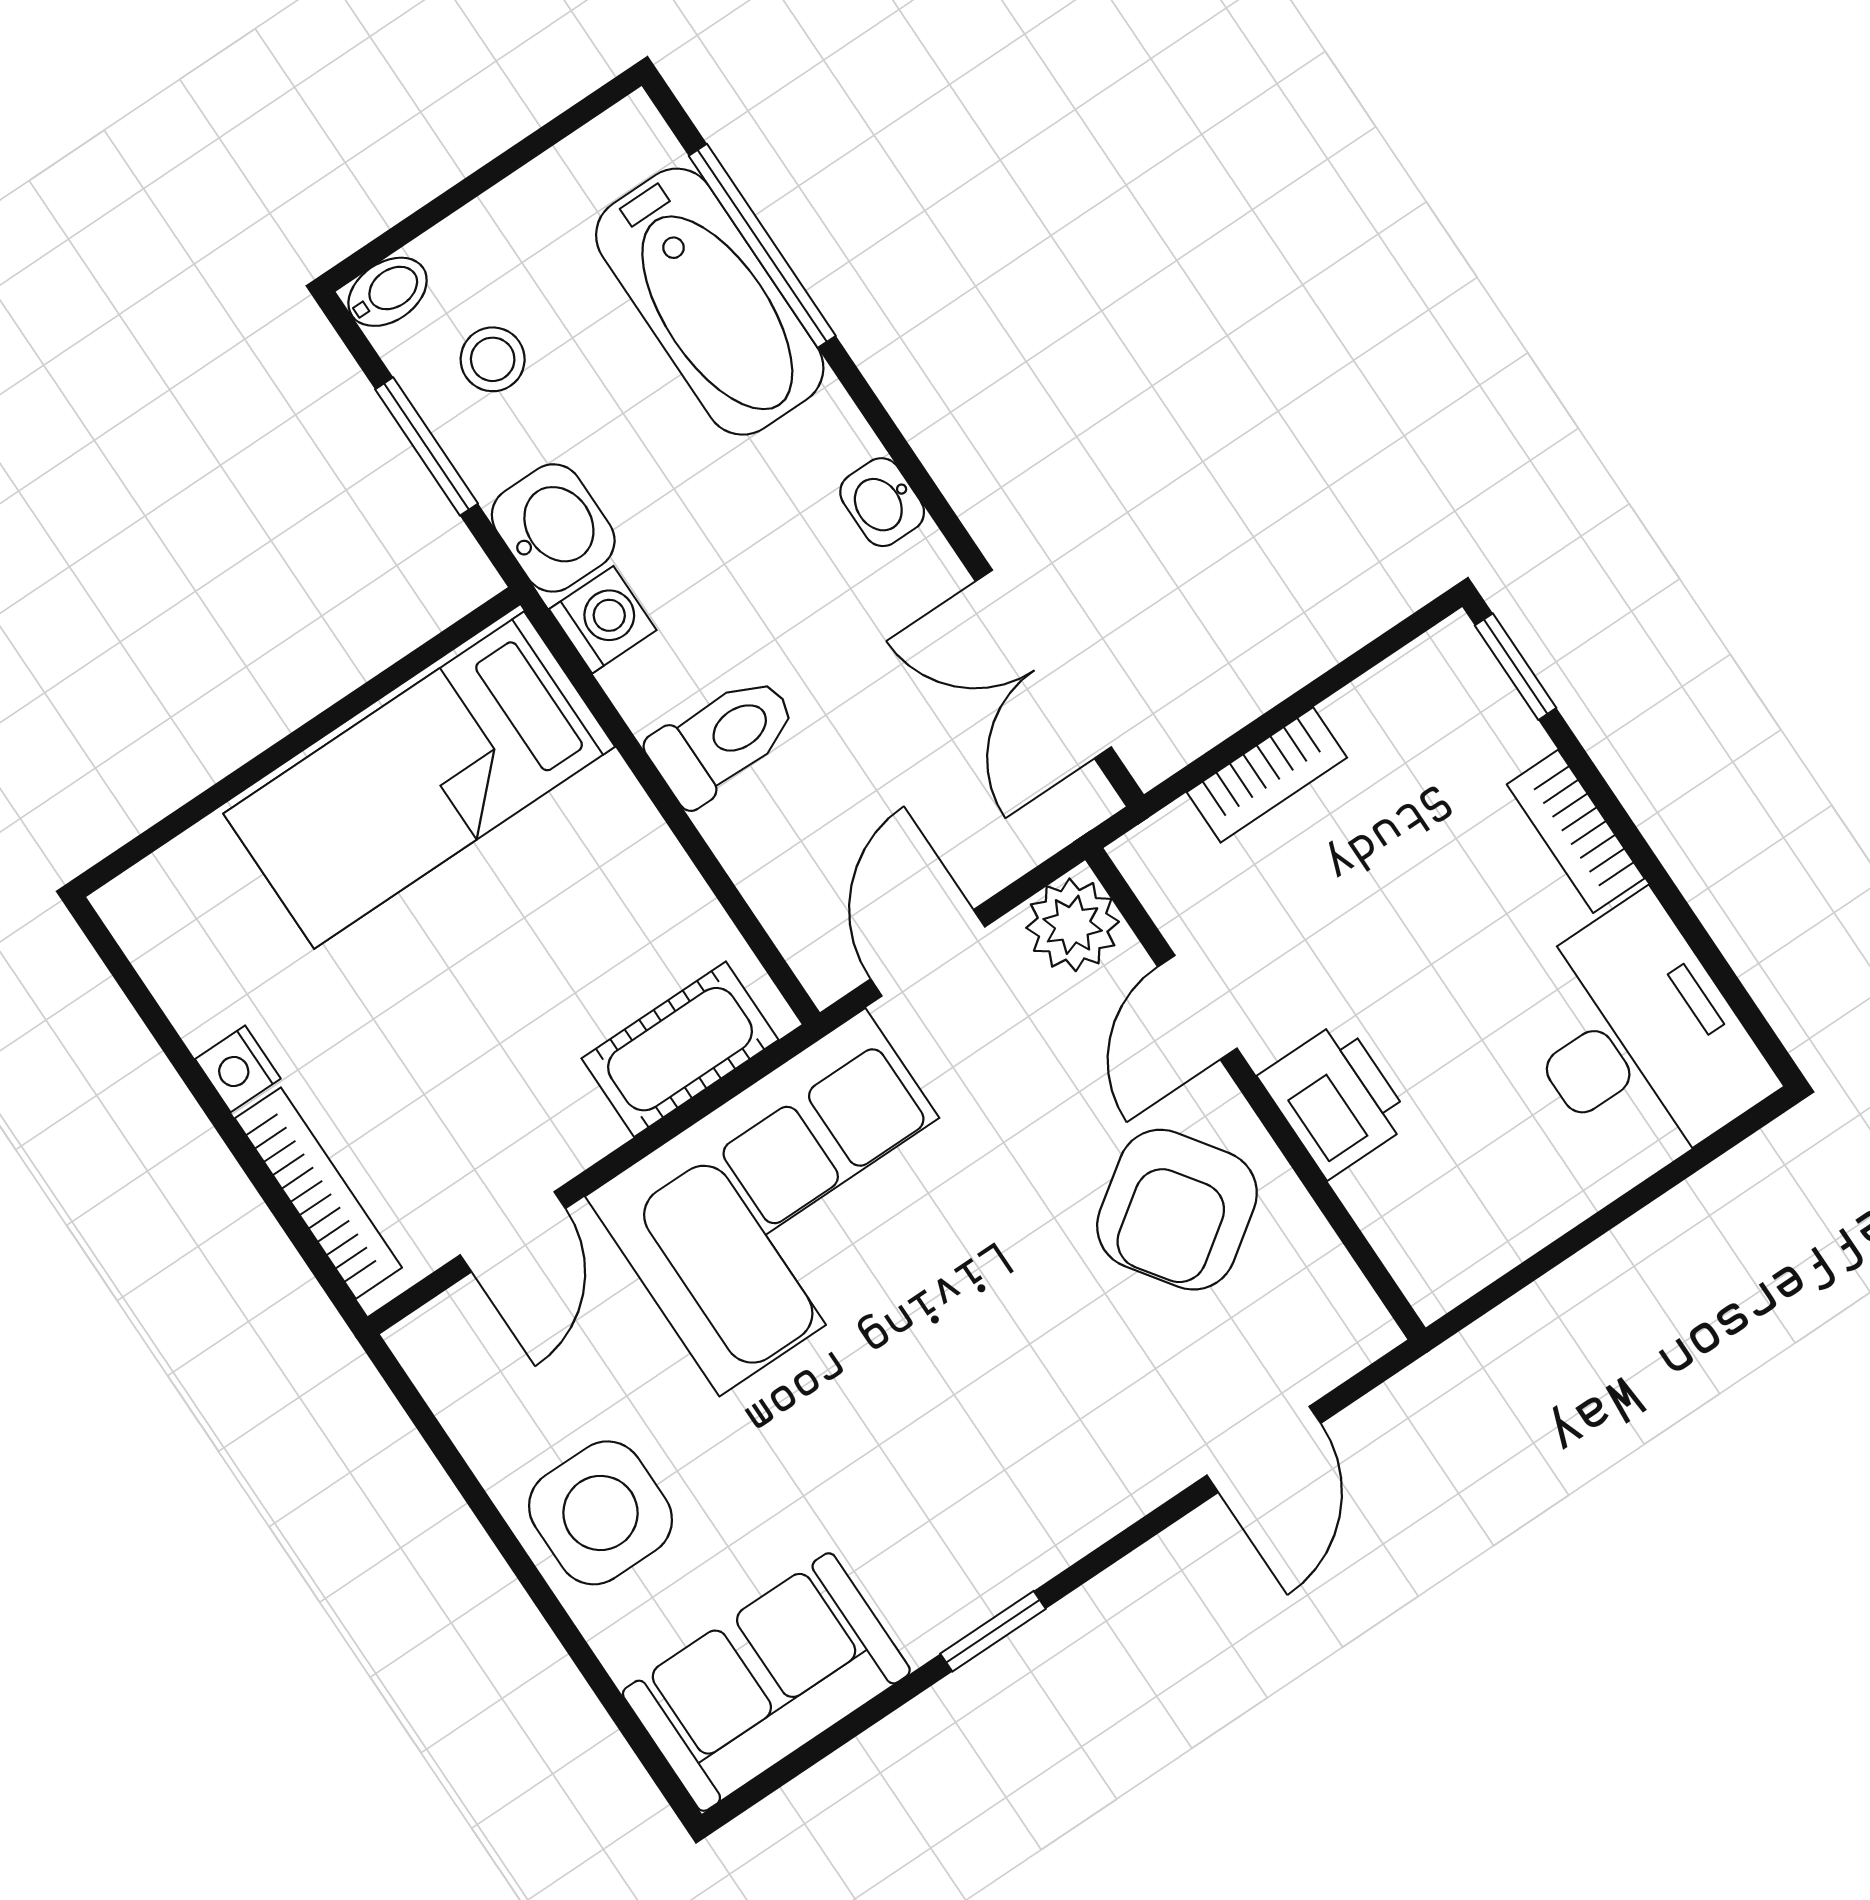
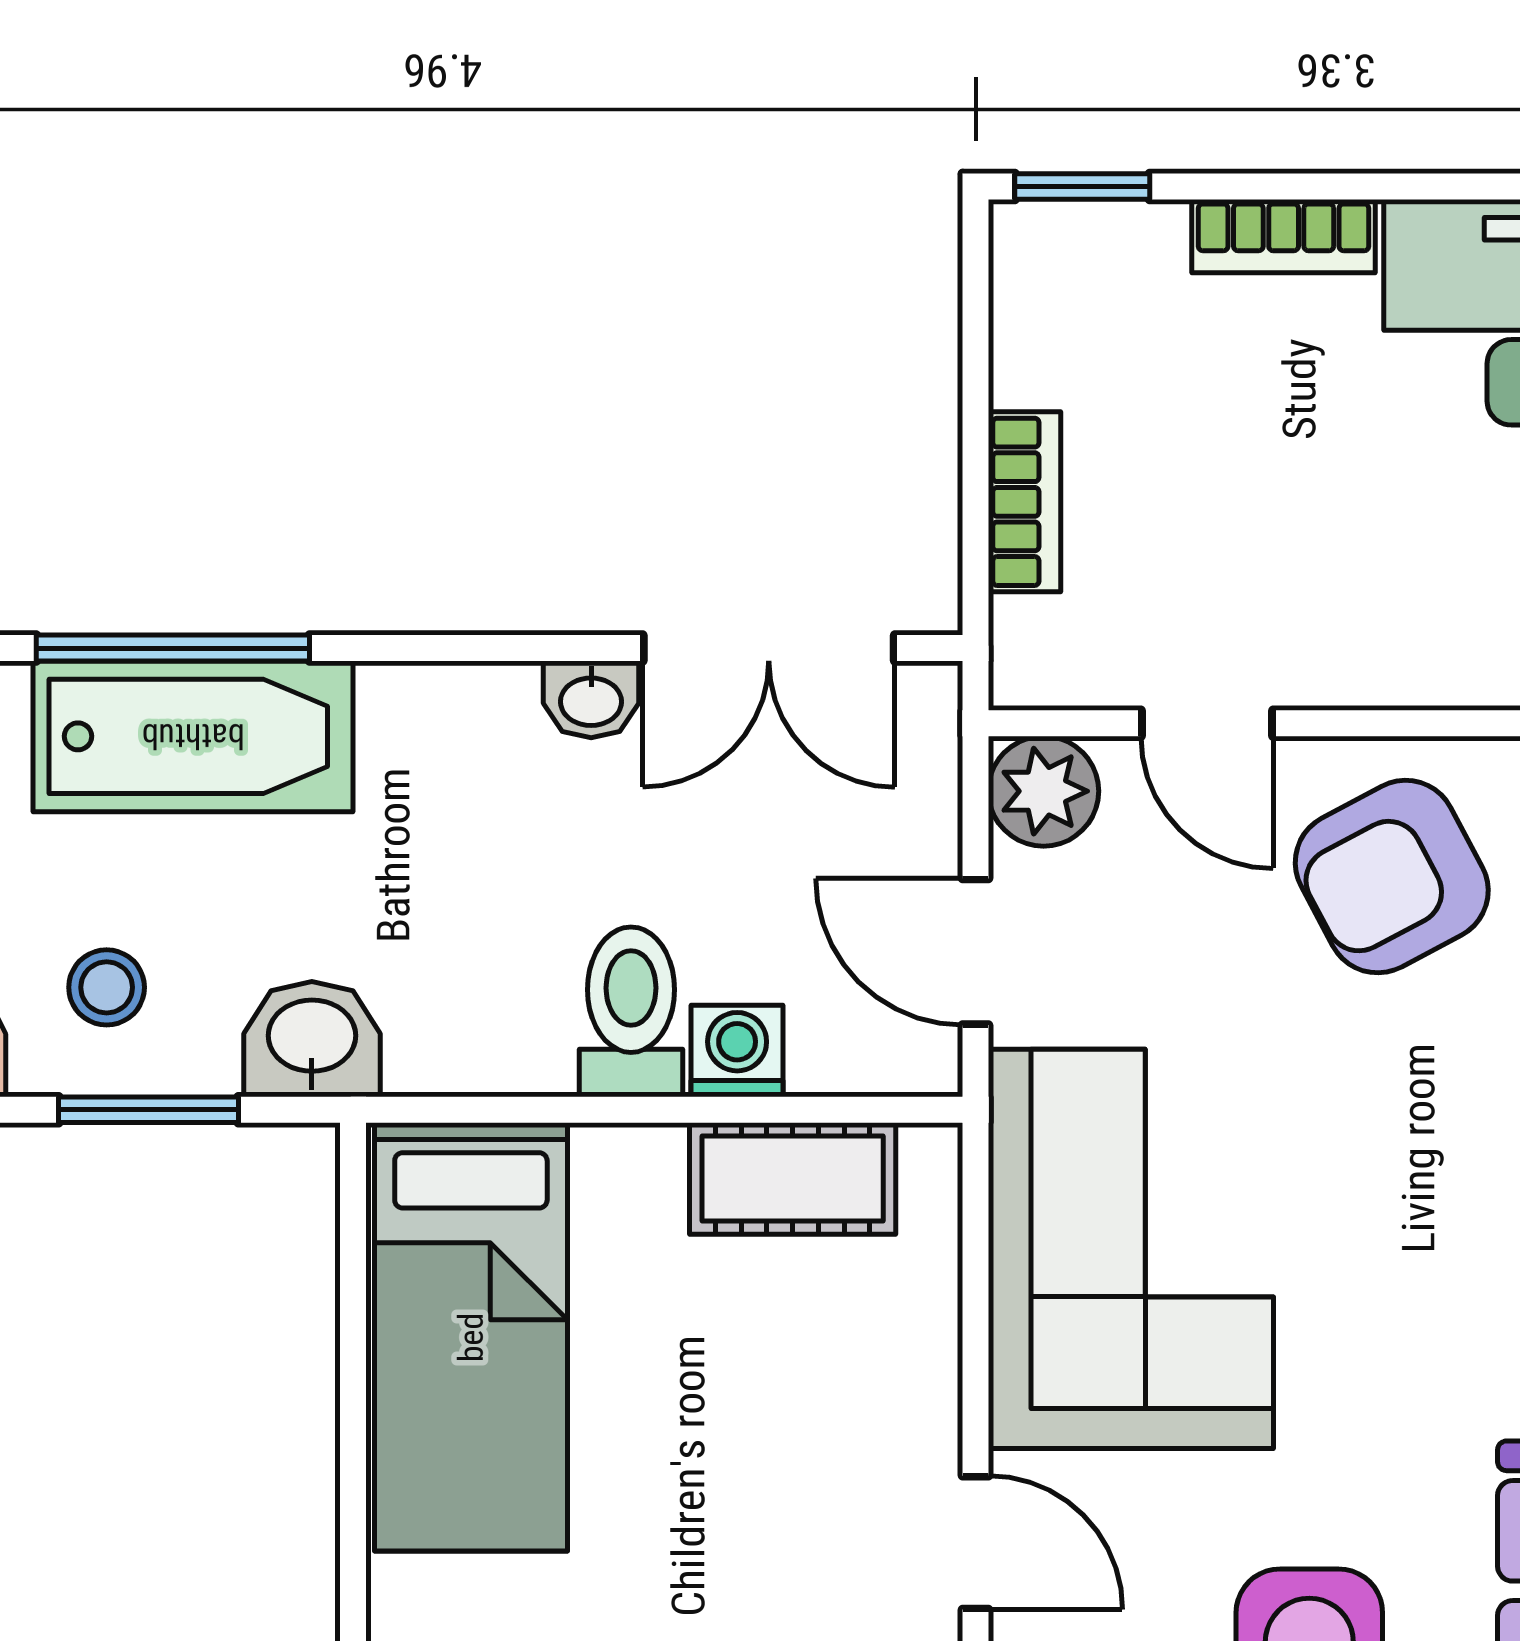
washbasin: (882, 502) -> (591, 699), moved
washing machine: (603, 620) -> (737, 1051), moved
cot: (680, 1049) -> (793, 1178), moved, turned 90
printer: (1335, 1099) -> (1388, 648), removed
armchair: (1177, 1210) -> (1392, 877), turned 97

